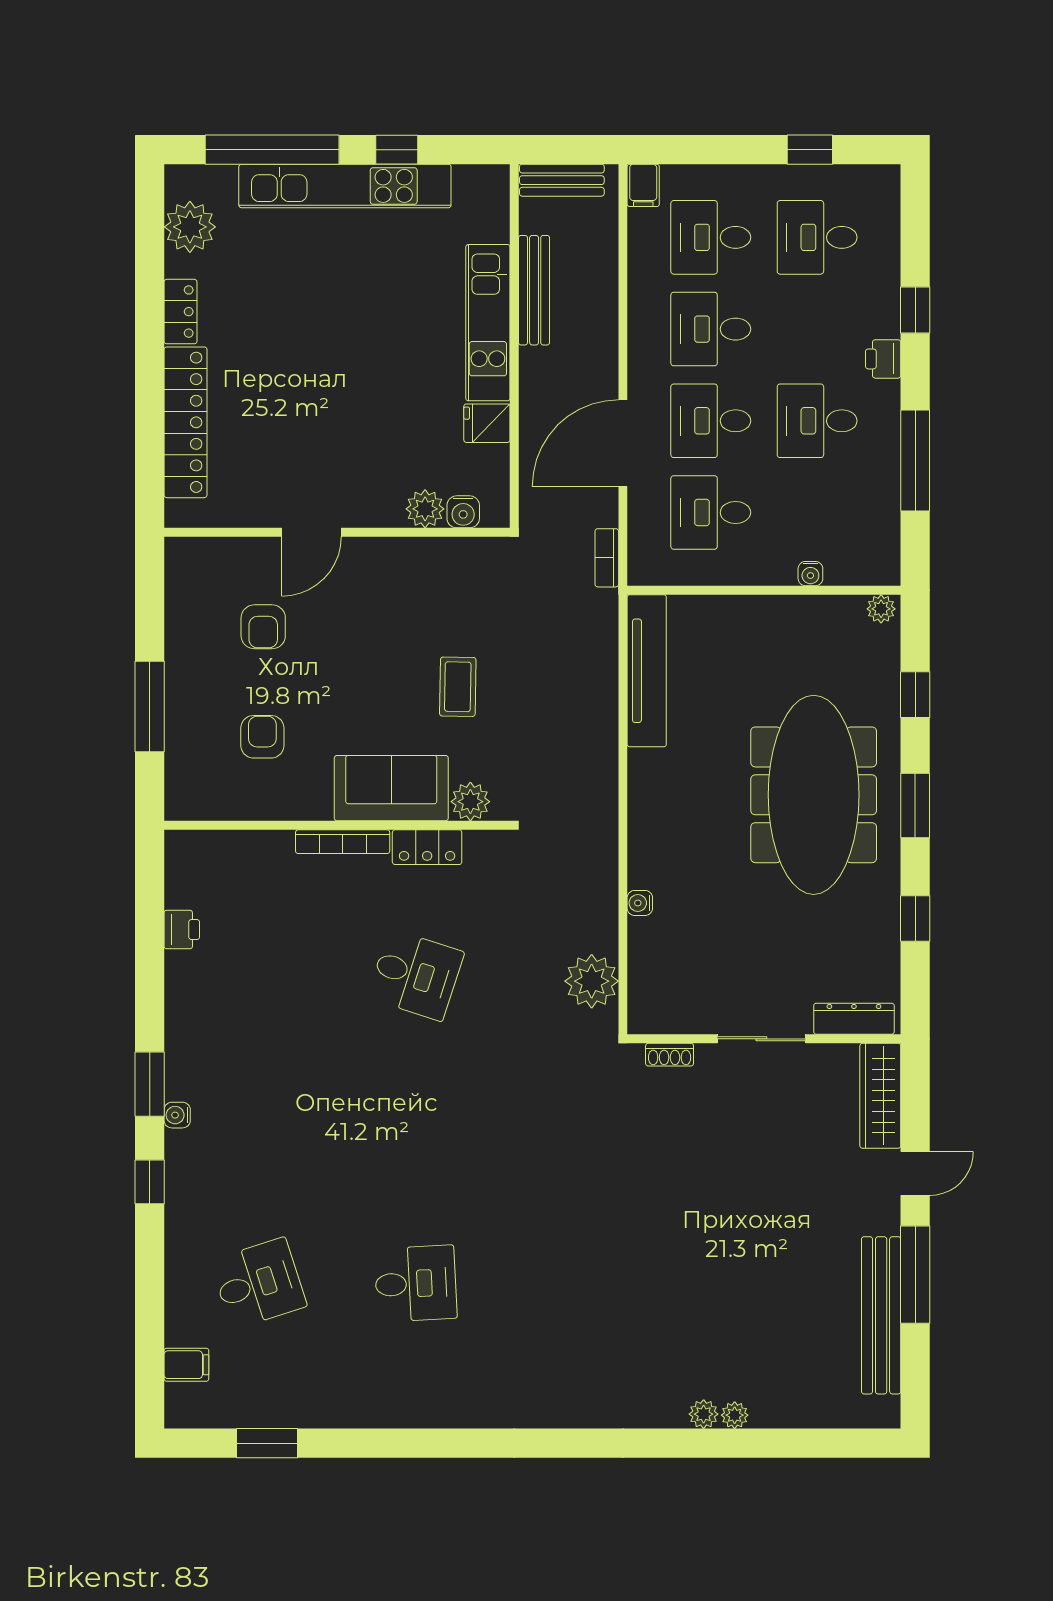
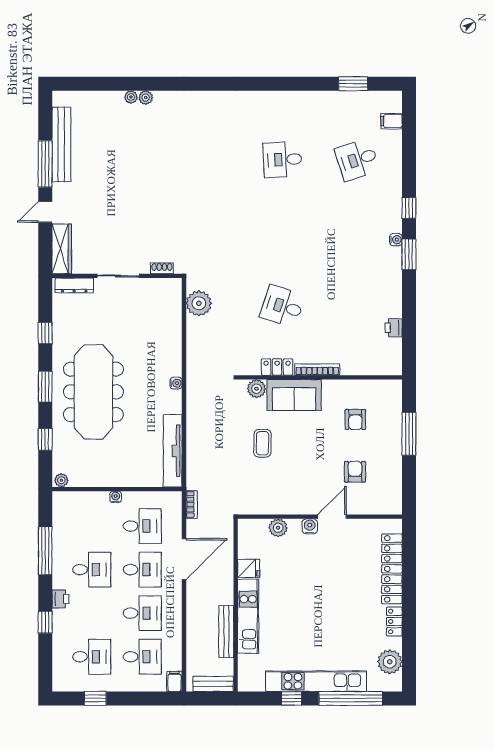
water cooler: (463, 512) -> (310, 526), moved
water cooler: (810, 574) -> (116, 497), moved
water cooler: (640, 903) -> (176, 383), moved

